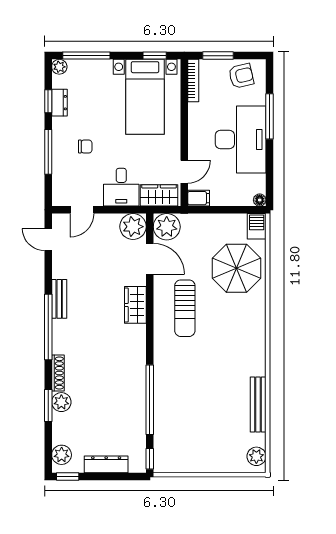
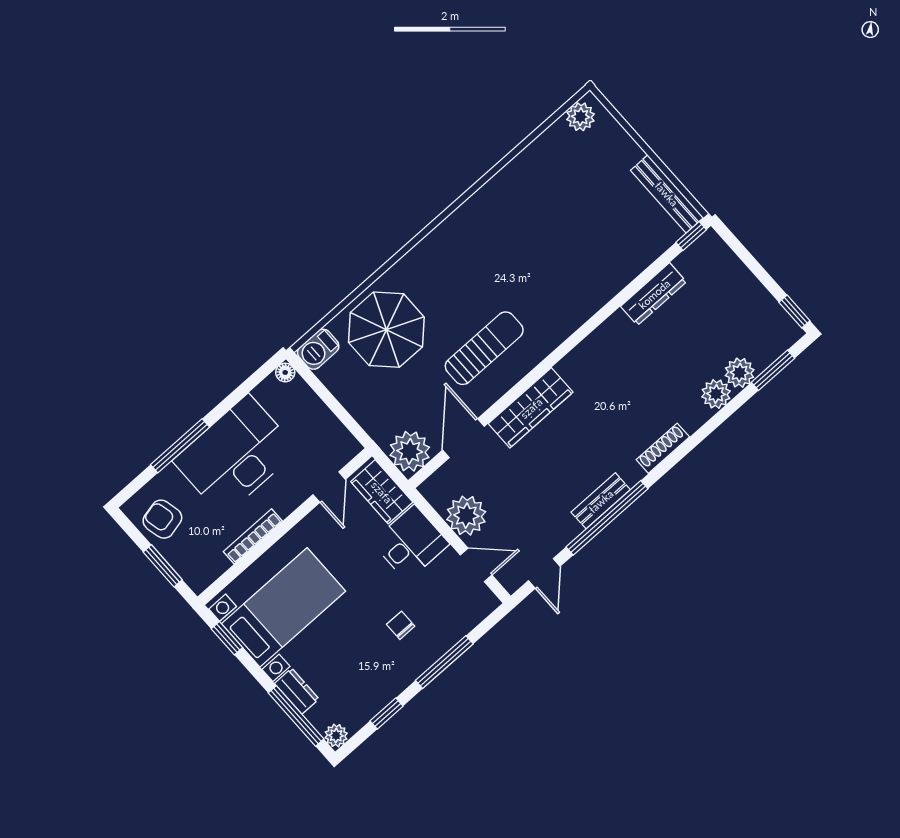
bookcase: (193, 81) -> (253, 536), moved
dresser: (59, 103) -> (297, 691), moved, turned 90
door: (184, 172) -> (329, 487), swing flipped
filing cabinet: (199, 198) -> (345, 444), removed
plant: (133, 227) -> (466, 516), moved
wardrobe: (135, 305) -> (531, 408), width x1.50
window: (48, 327) -> (607, 518), moved
shoe rack: (58, 373) -> (663, 448), moved
window: (150, 400) -> (624, 296), removed
bench: (258, 404) -> (667, 194), moved, turned 90
window: (48, 406) -> (773, 370), moved
plant: (62, 455) -> (740, 373), moved
dresser: (106, 464) -> (654, 294), moved, turned -90

